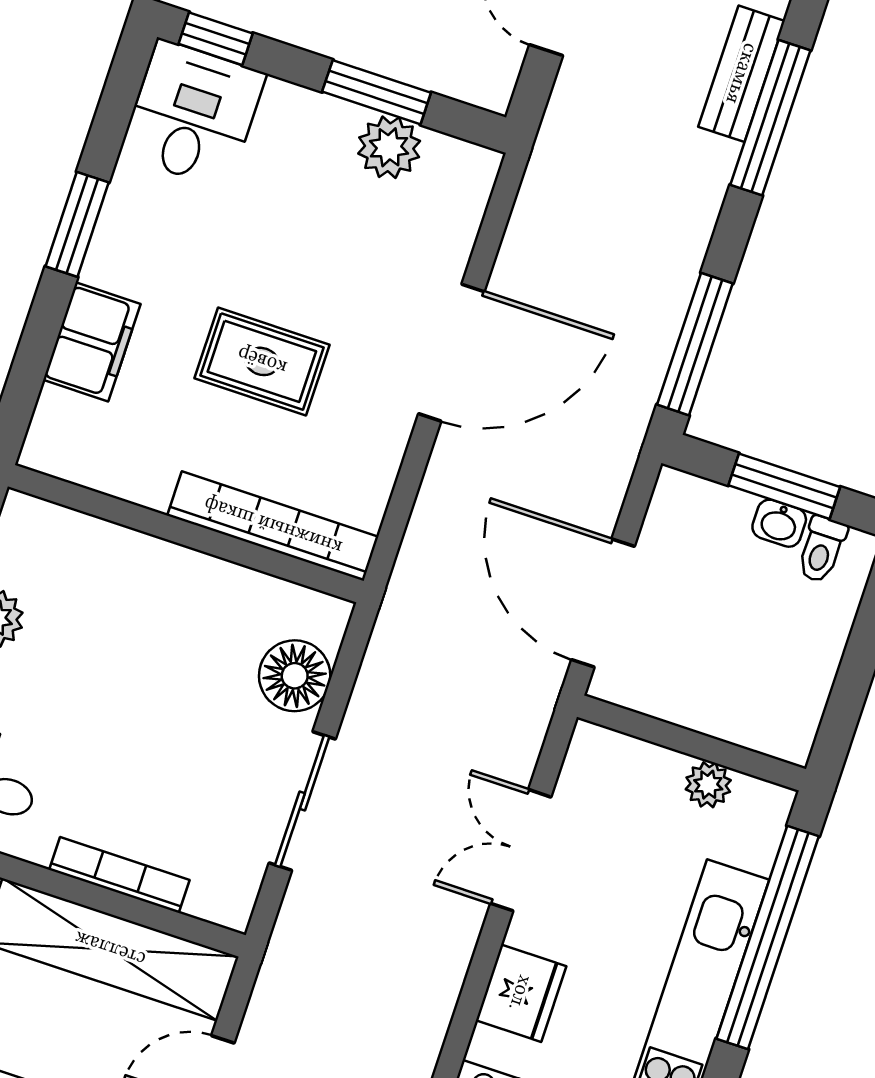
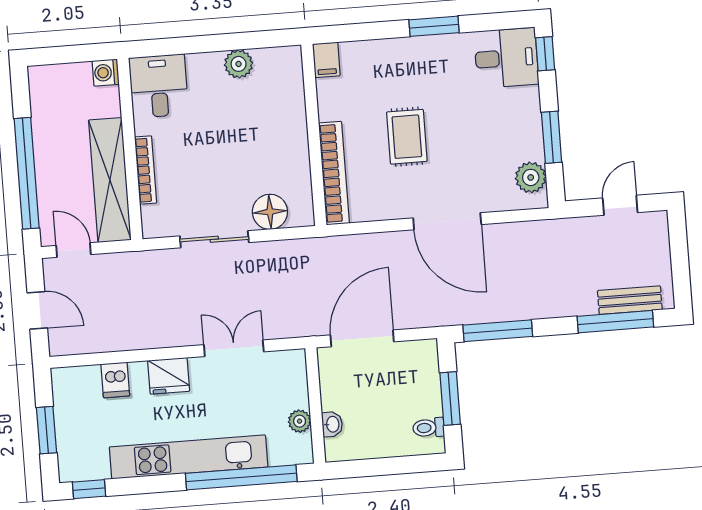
plant: (389, 147) -> (531, 177), moved
filing cabinet: (92, 342) -> (326, 60), moved, width x0.50
washbasin: (779, 523) -> (332, 424), moved, turned 180

